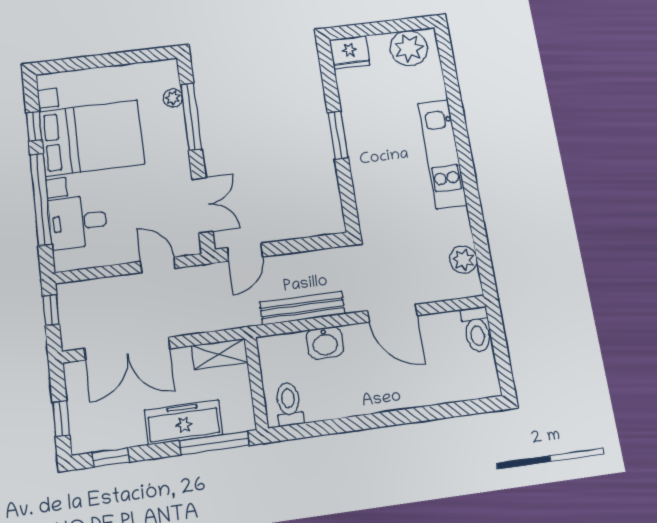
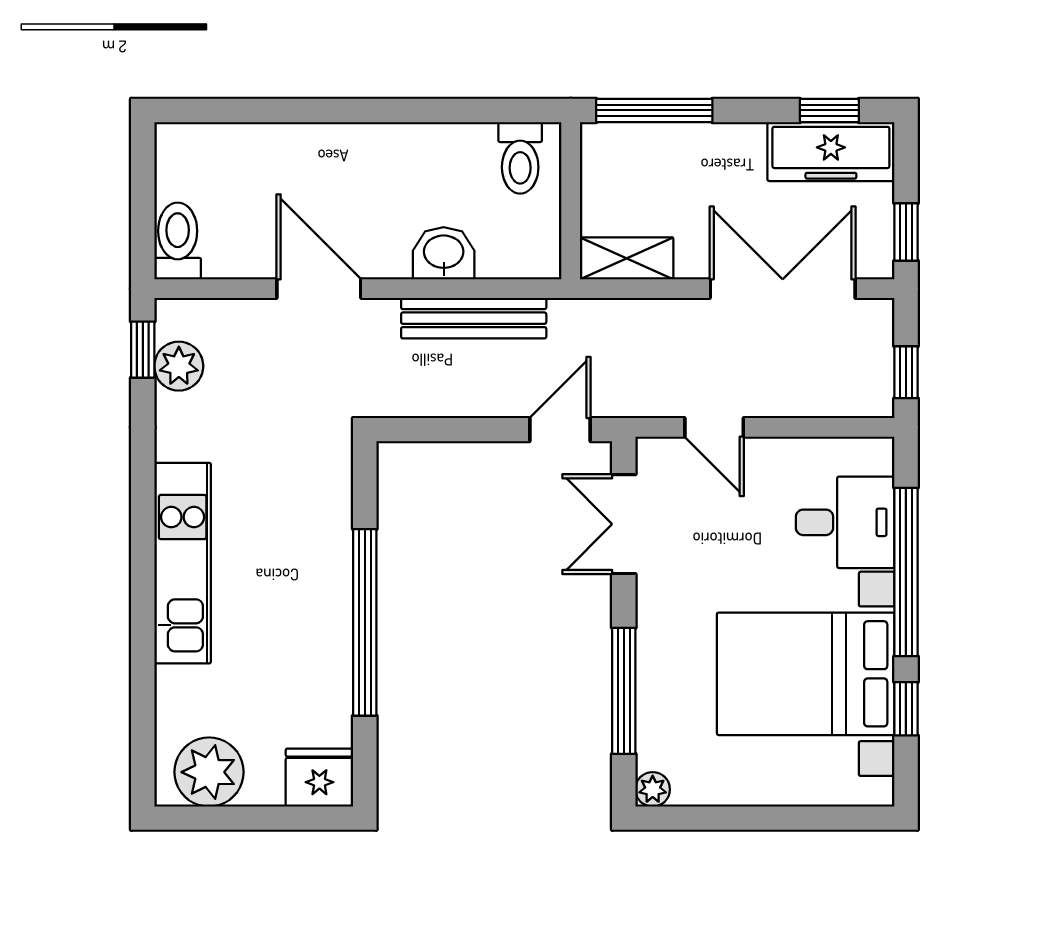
plant: (173, 98) -> (653, 789), moved
window: (338, 135) -> (365, 622), width x2.11
window: (485, 266) -> (143, 350), added
window: (61, 419) -> (906, 232), moved
freezer: (184, 422) -> (831, 152), moved

